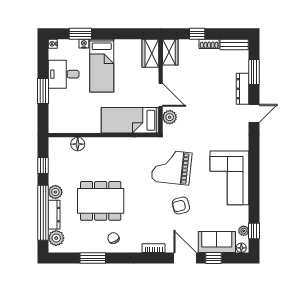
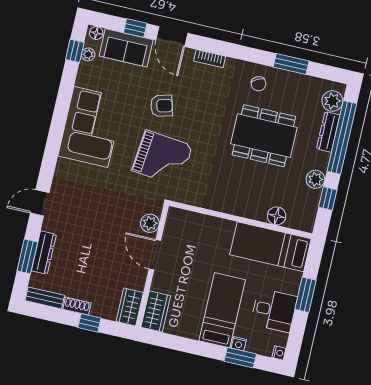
dresser: (243, 89) -> (44, 253), moved
bed: (130, 120) -> (270, 247), moved, turned 180
plant: (55, 192) -> (315, 179), moved

